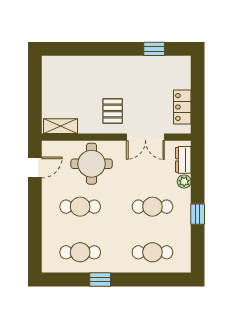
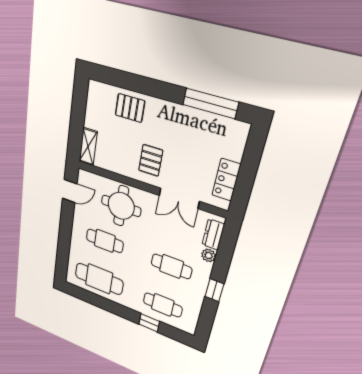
window: (154, 49) -> (210, 103), width x2.17
pallet: (85, 71) -> (130, 108), added
shelving: (60, 126) -> (88, 147), moved, turned 90
cafe table: (80, 252) -> (99, 279), width x1.37, depth x1.35
window: (100, 280) -> (149, 323), moved

